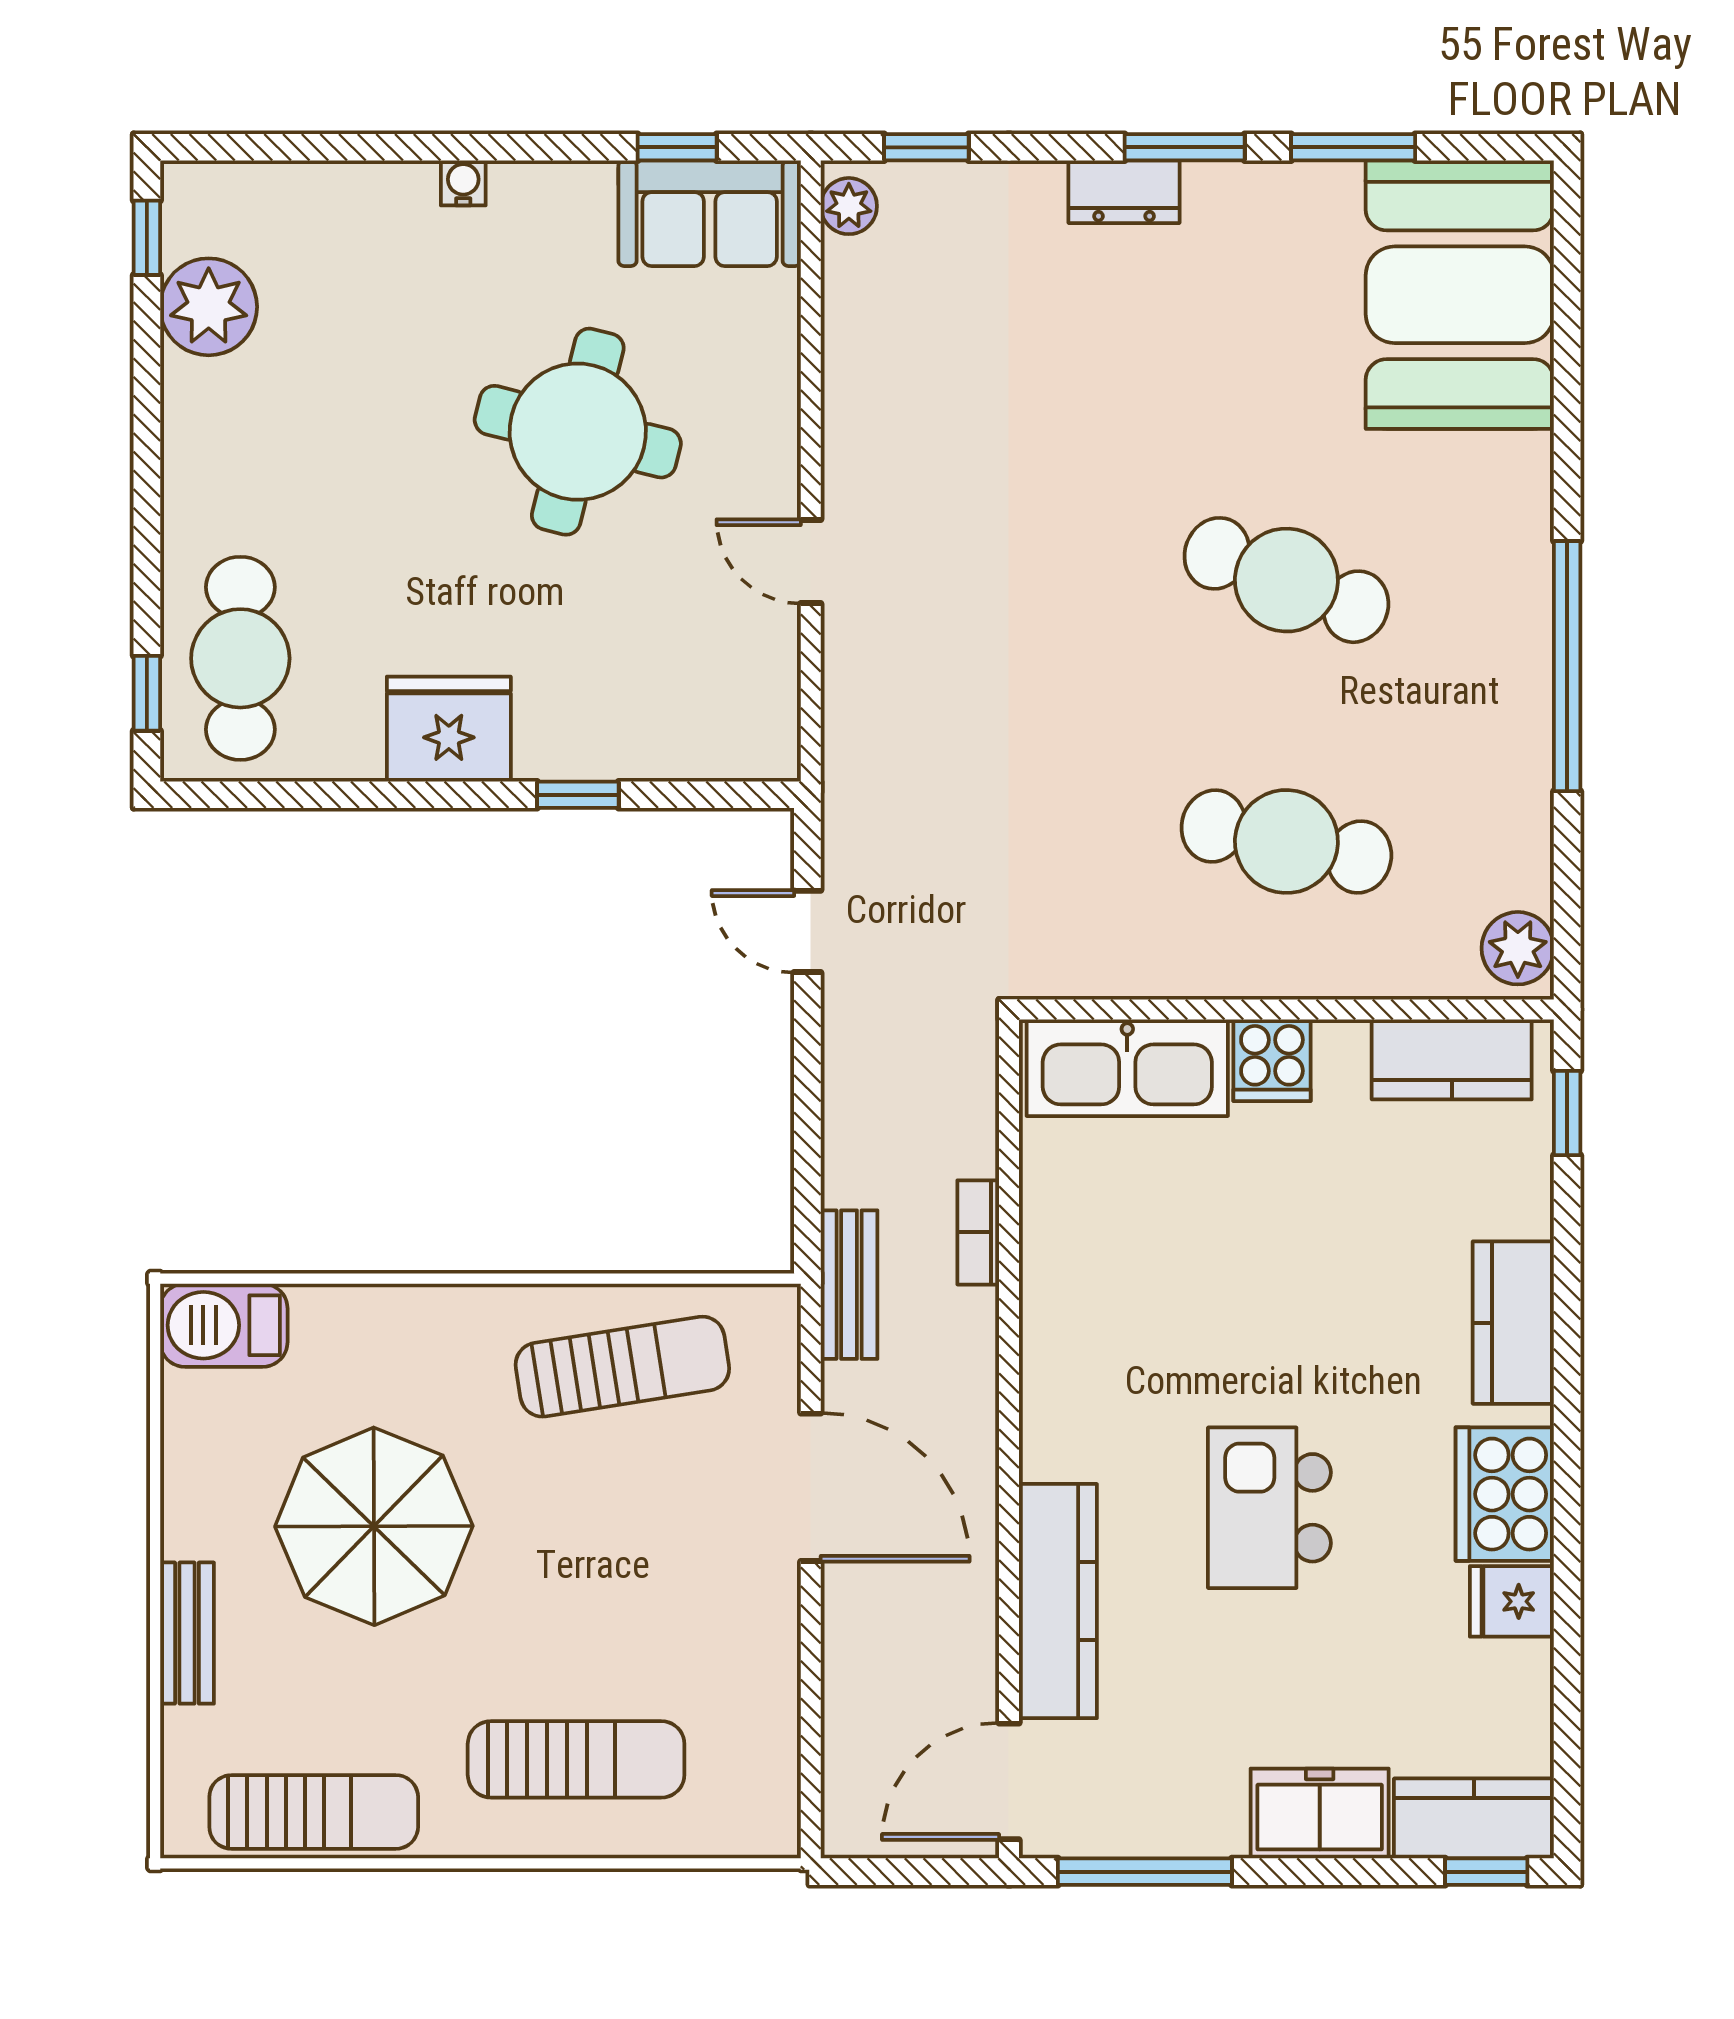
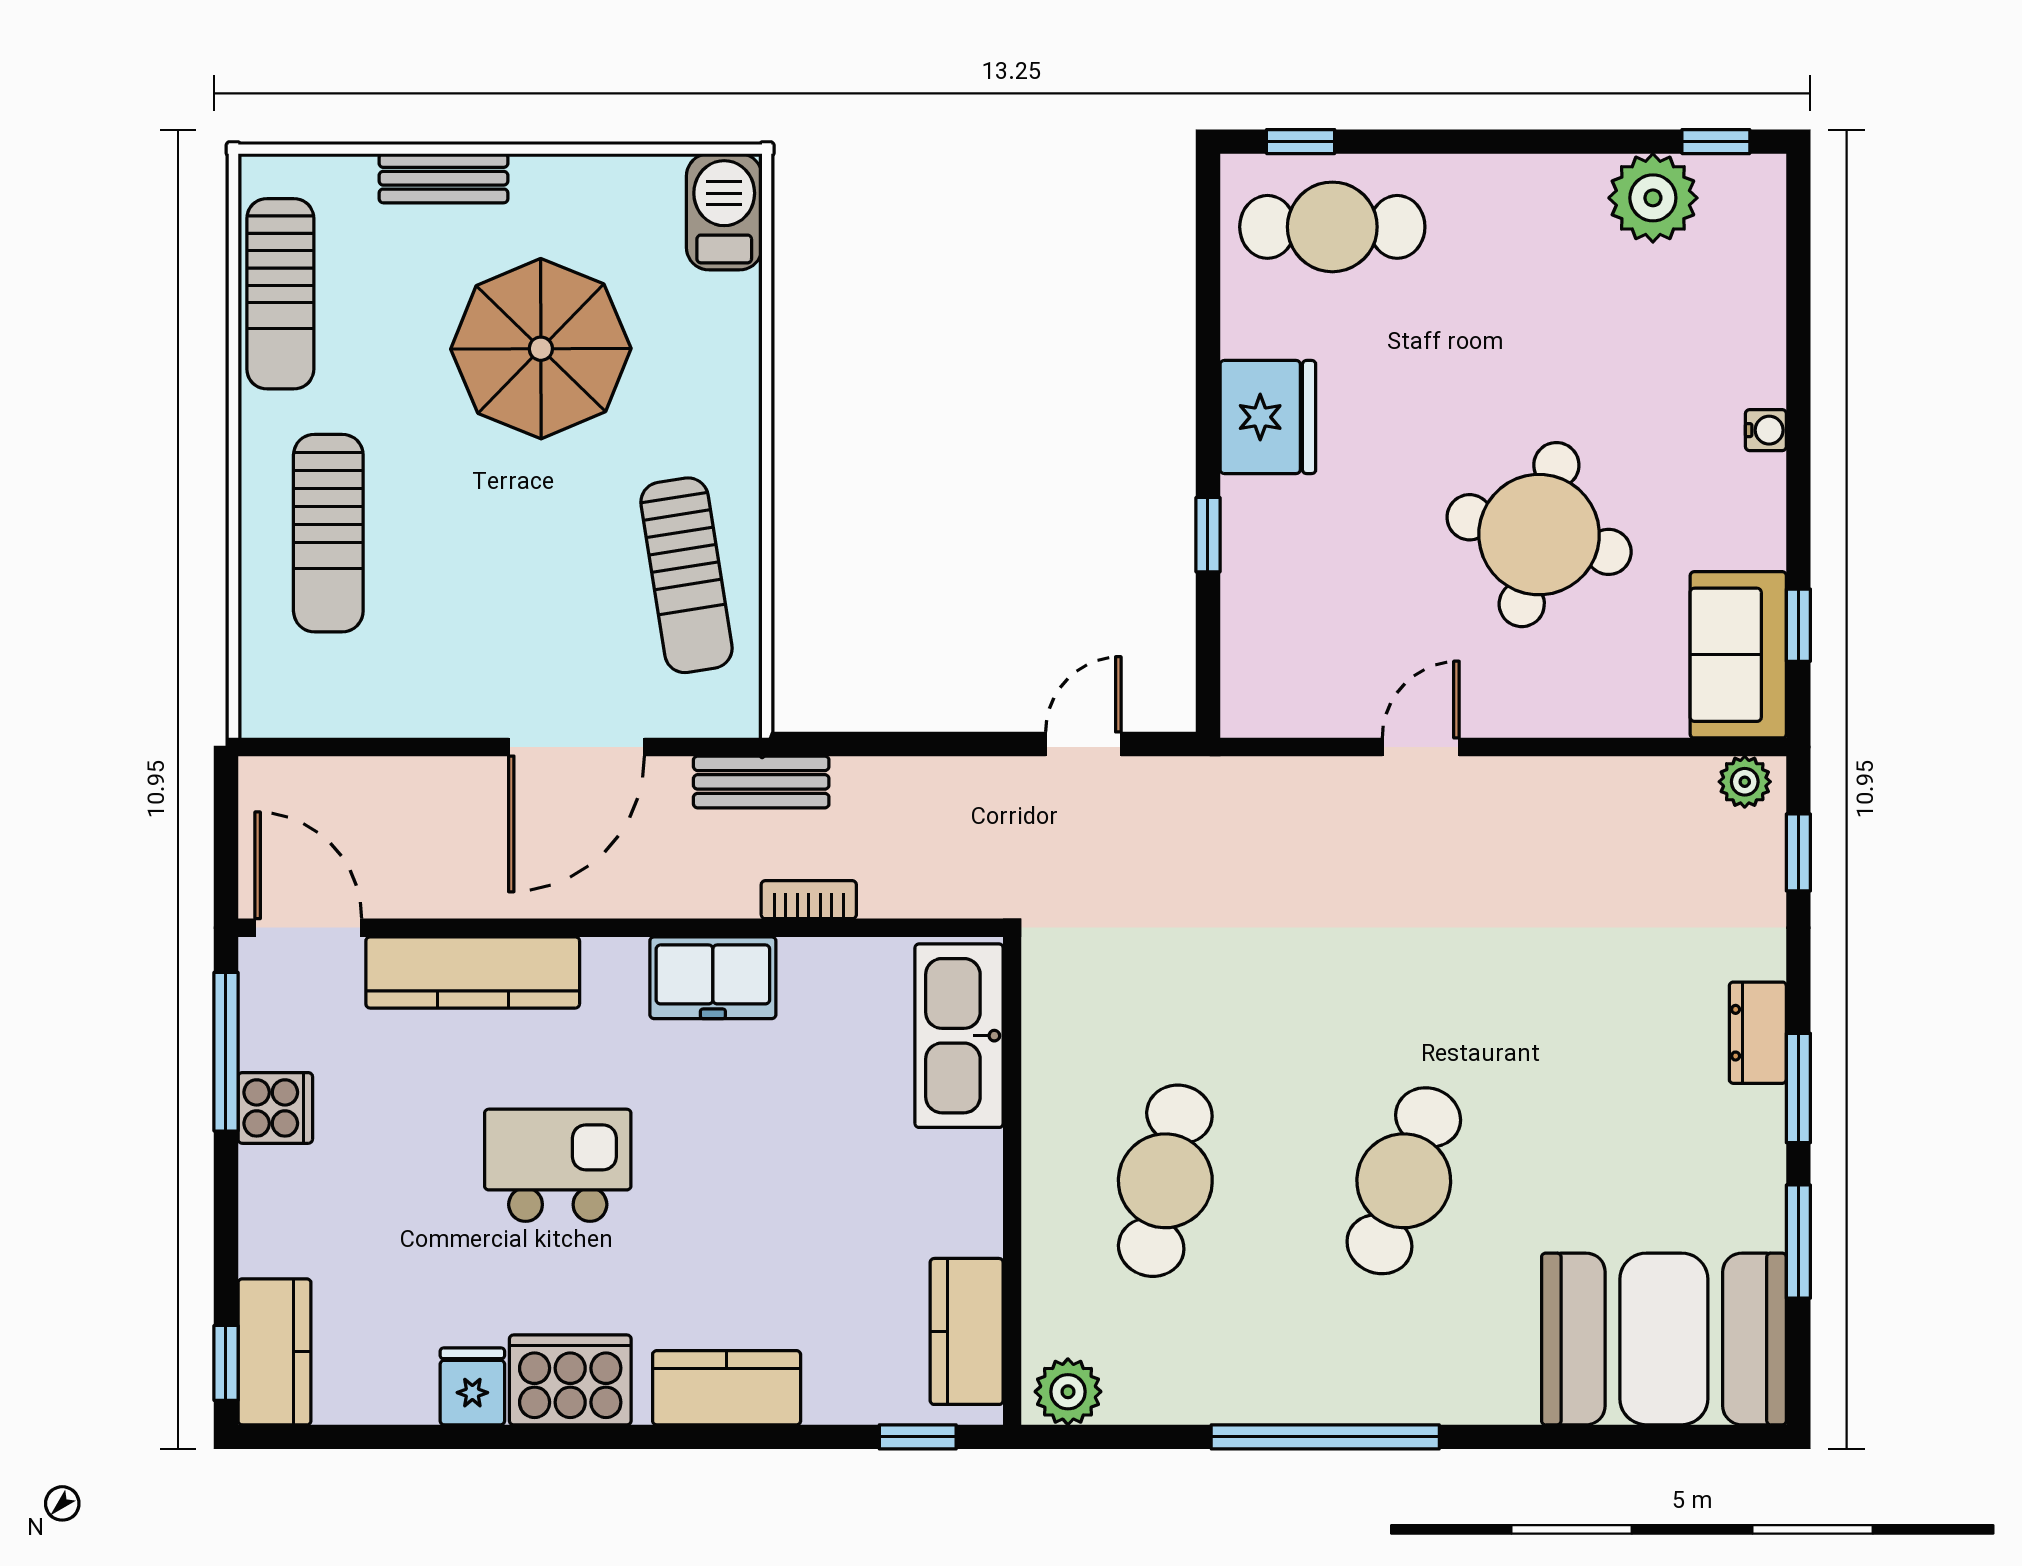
cooker: (1272, 1060) -> (275, 1108), moved, turned 180
freezer: (1320, 1813) -> (713, 978), moved, turned 90

